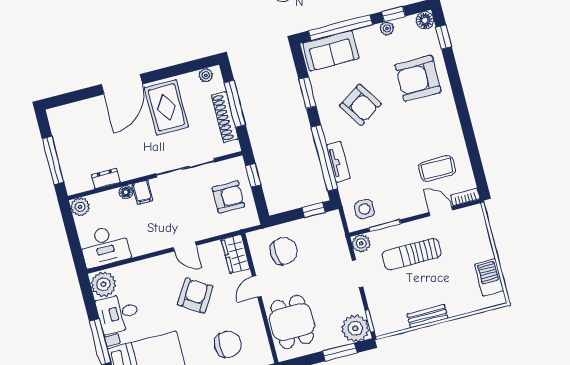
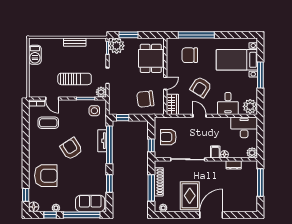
armchair: (360, 105) -> (71, 149), moved
desk: (118, 313) -> (228, 103), moved, turned 90

